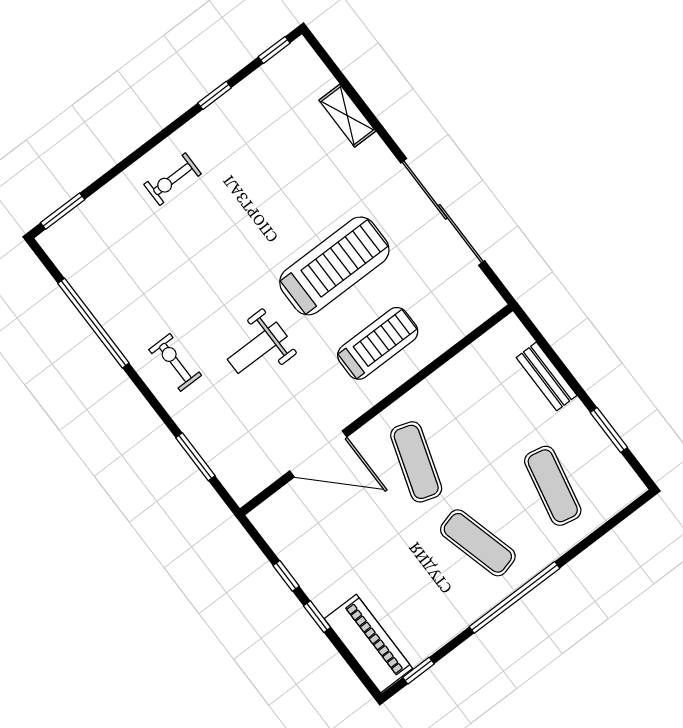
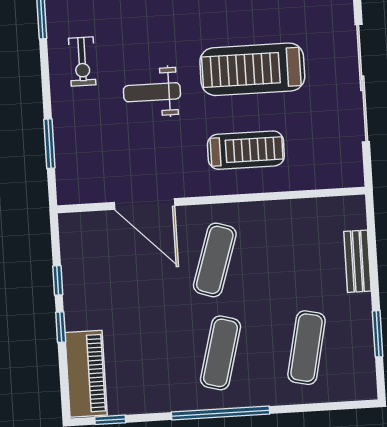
treadmill: (334, 266) -> (252, 69), turned 180
exercise bike: (175, 362) -> (82, 62), turned 180
exercise mat: (478, 543) -> (220, 353), turned 30

